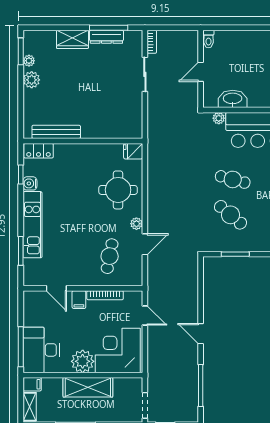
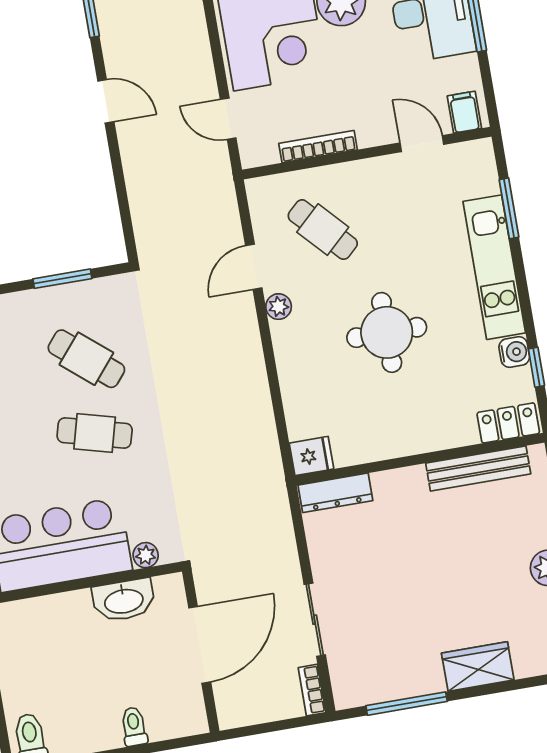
dresser: (106, 37) -> (335, 493), moved, turned 180
toilet: (208, 39) -> (134, 727), moved
door: (201, 72) -> (200, 645), width x1.87
round table: (118, 190) -> (387, 332), moved
cafe table: (110, 256) -> (323, 230), turned -54
filing cabinet: (79, 300) -> (464, 112), moved

